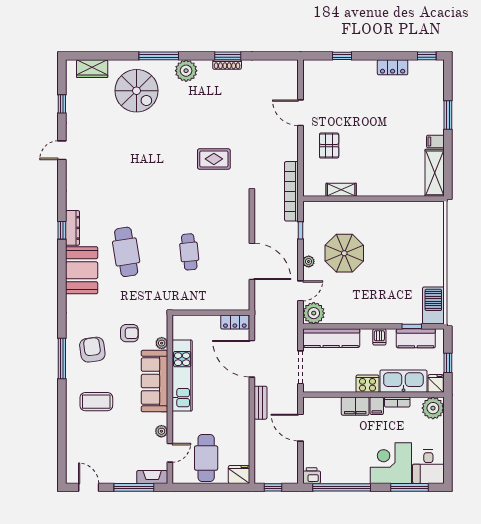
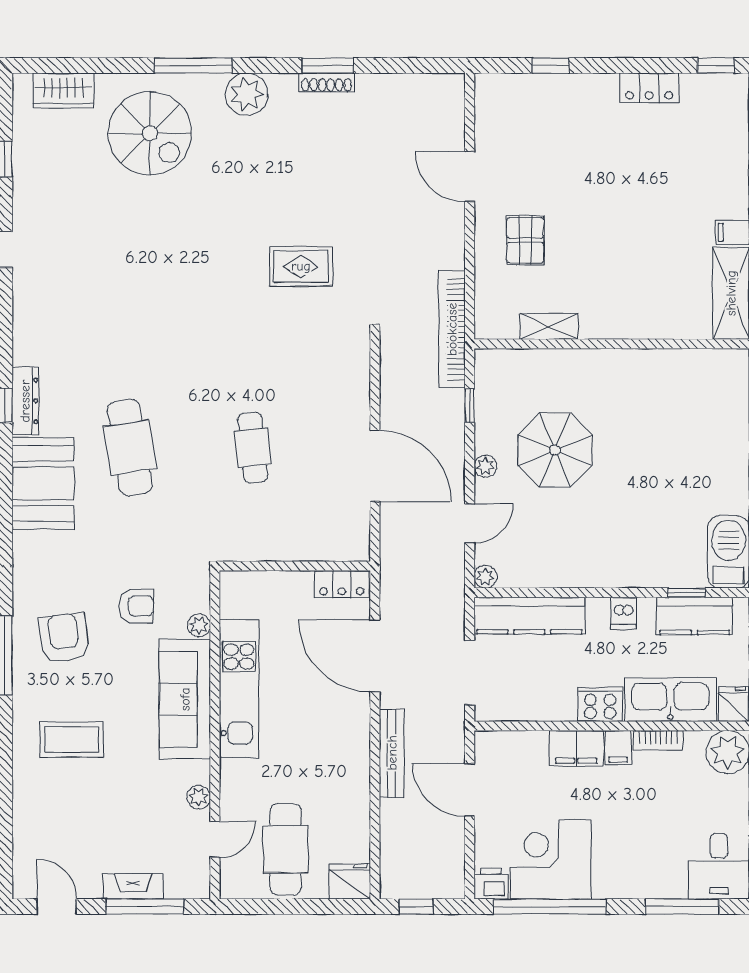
plant: (314, 313) -> (485, 577), width x0.53, depth x0.53
bench: (260, 403) -> (392, 753), width x1.36
corner desk: (391, 463) -> (551, 859), moved
fireplace: (152, 477) -> (133, 886), moved

